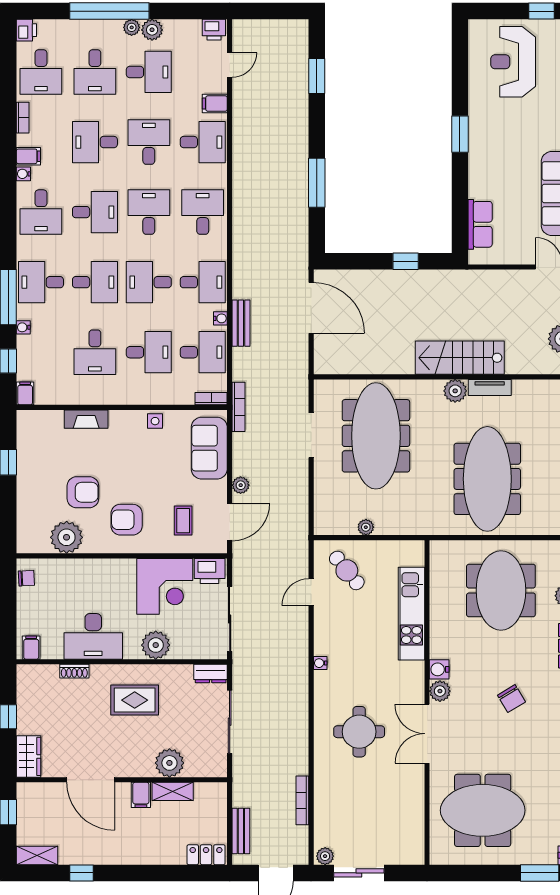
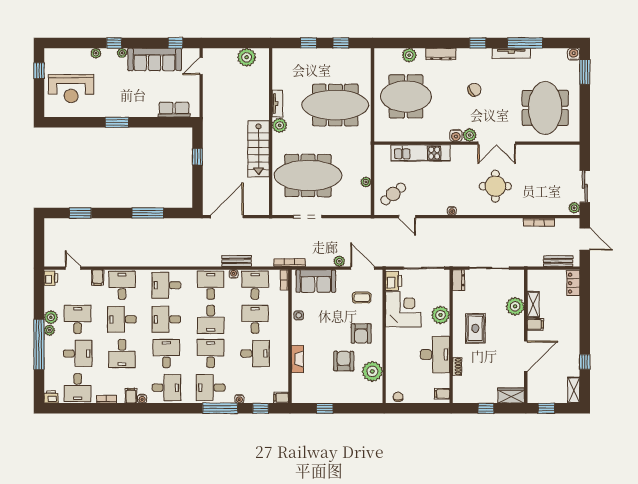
desk: (41, 72) -> (78, 388), turned 90
desk: (41, 282) -> (211, 388), turned 90
stairs: (460, 358) -> (259, 149), moved

